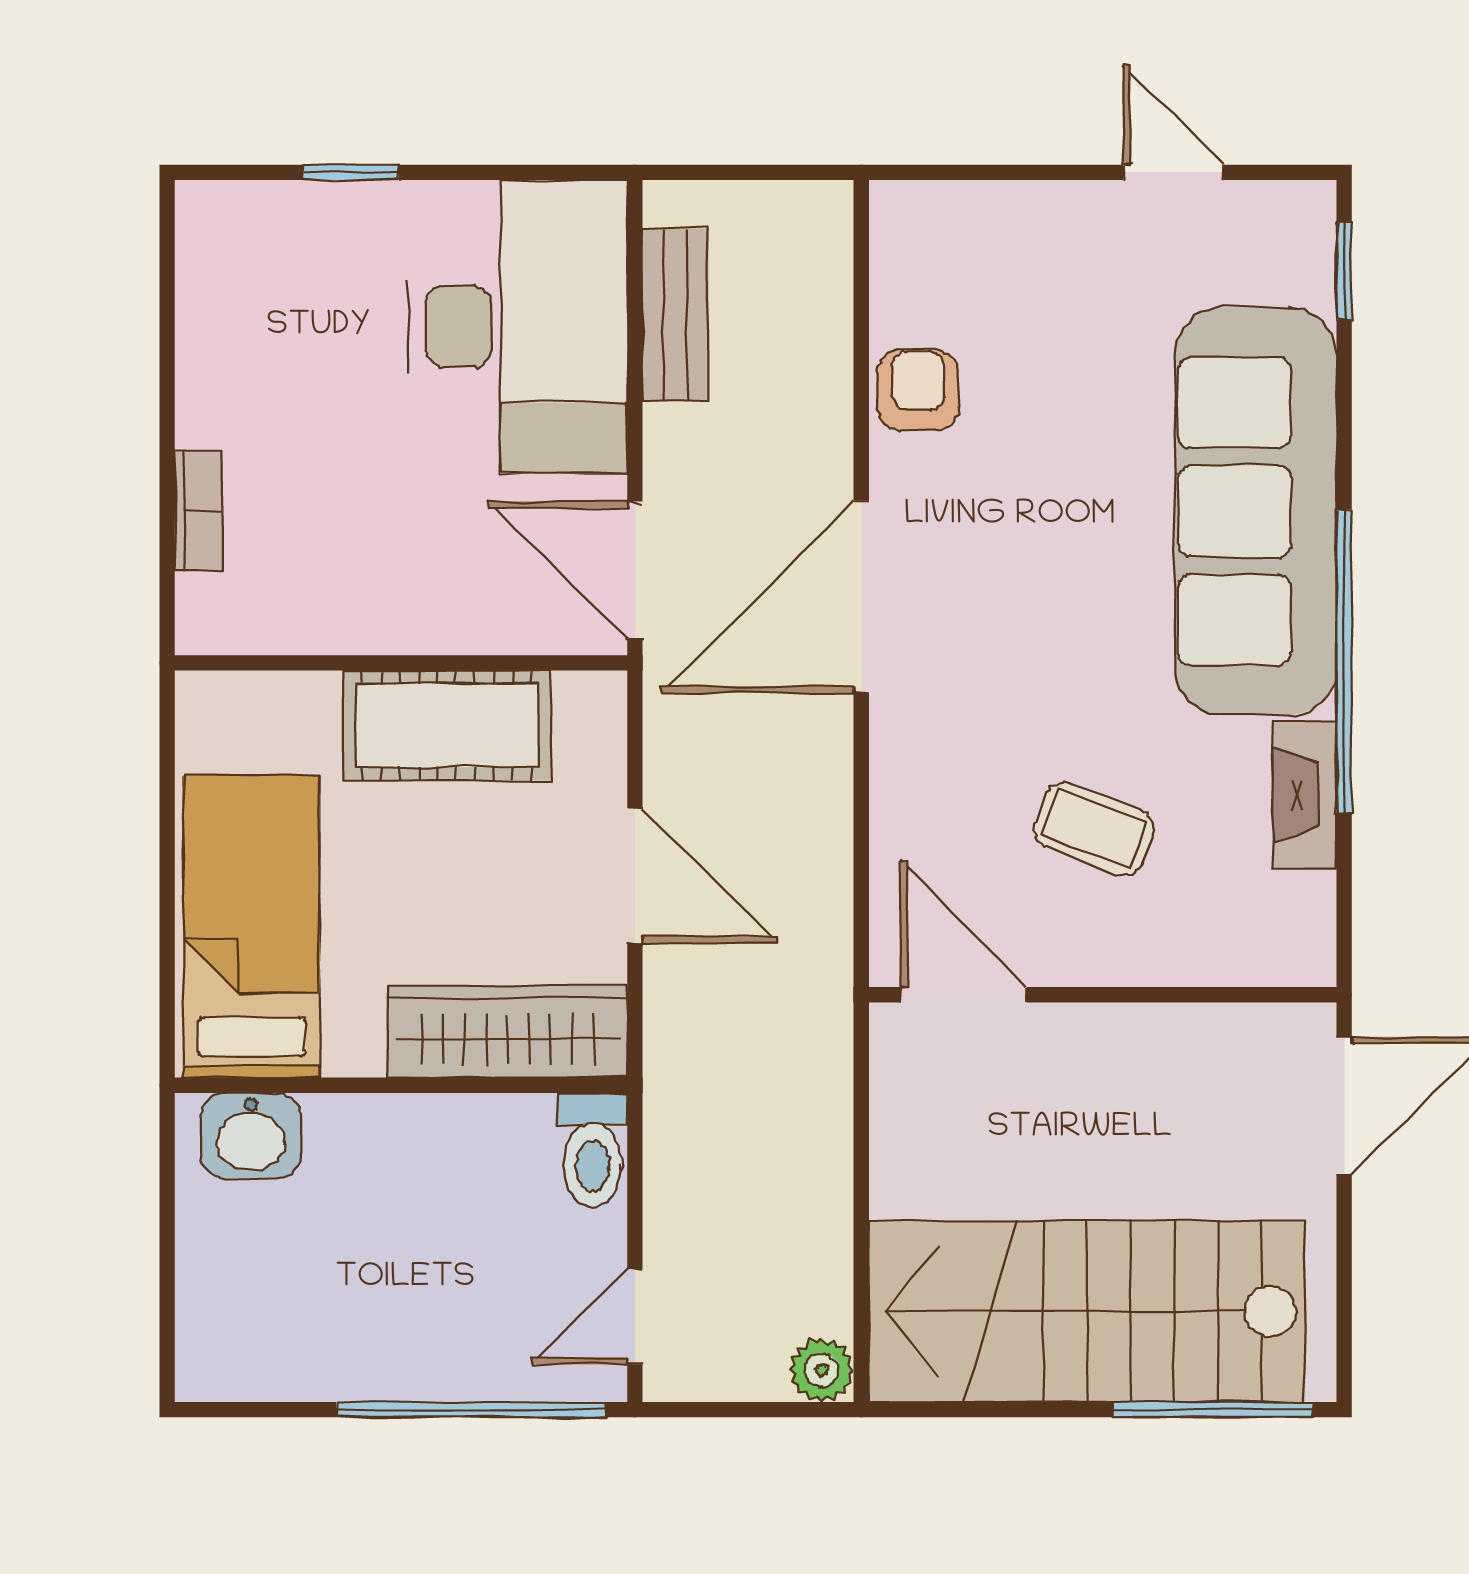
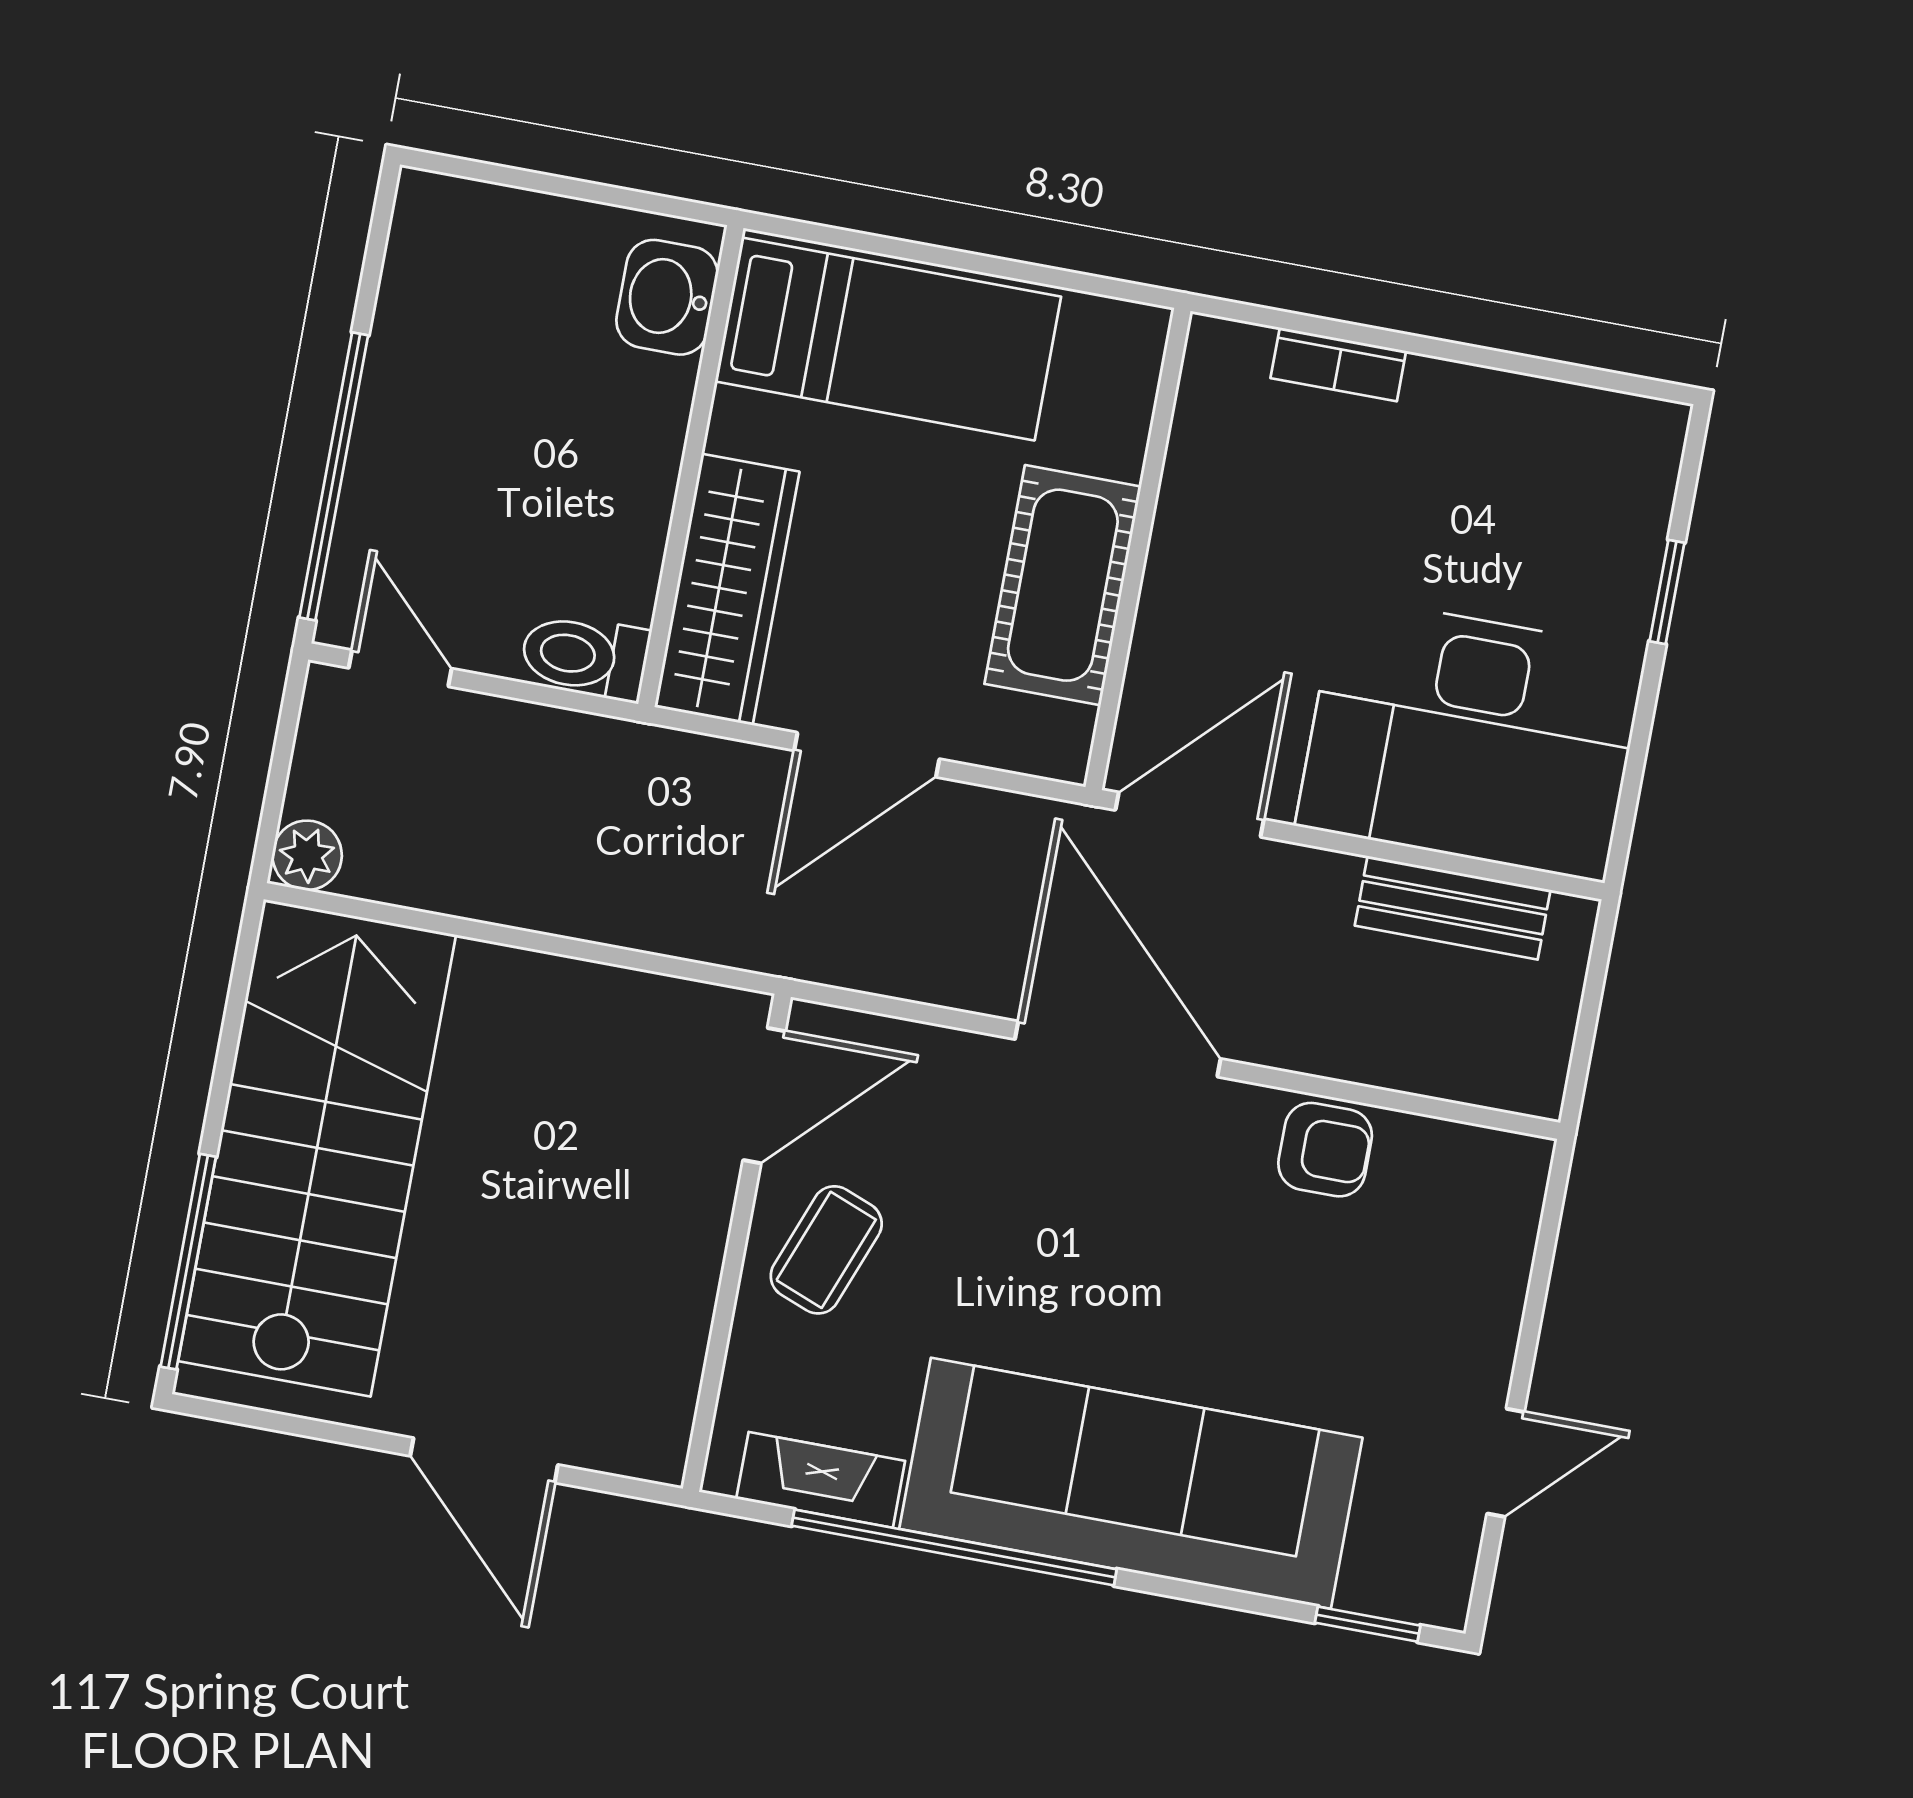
door: (964, 995) -> (764, 1096), moved
wall: (1103, 995) -> (737, 1243), moved

